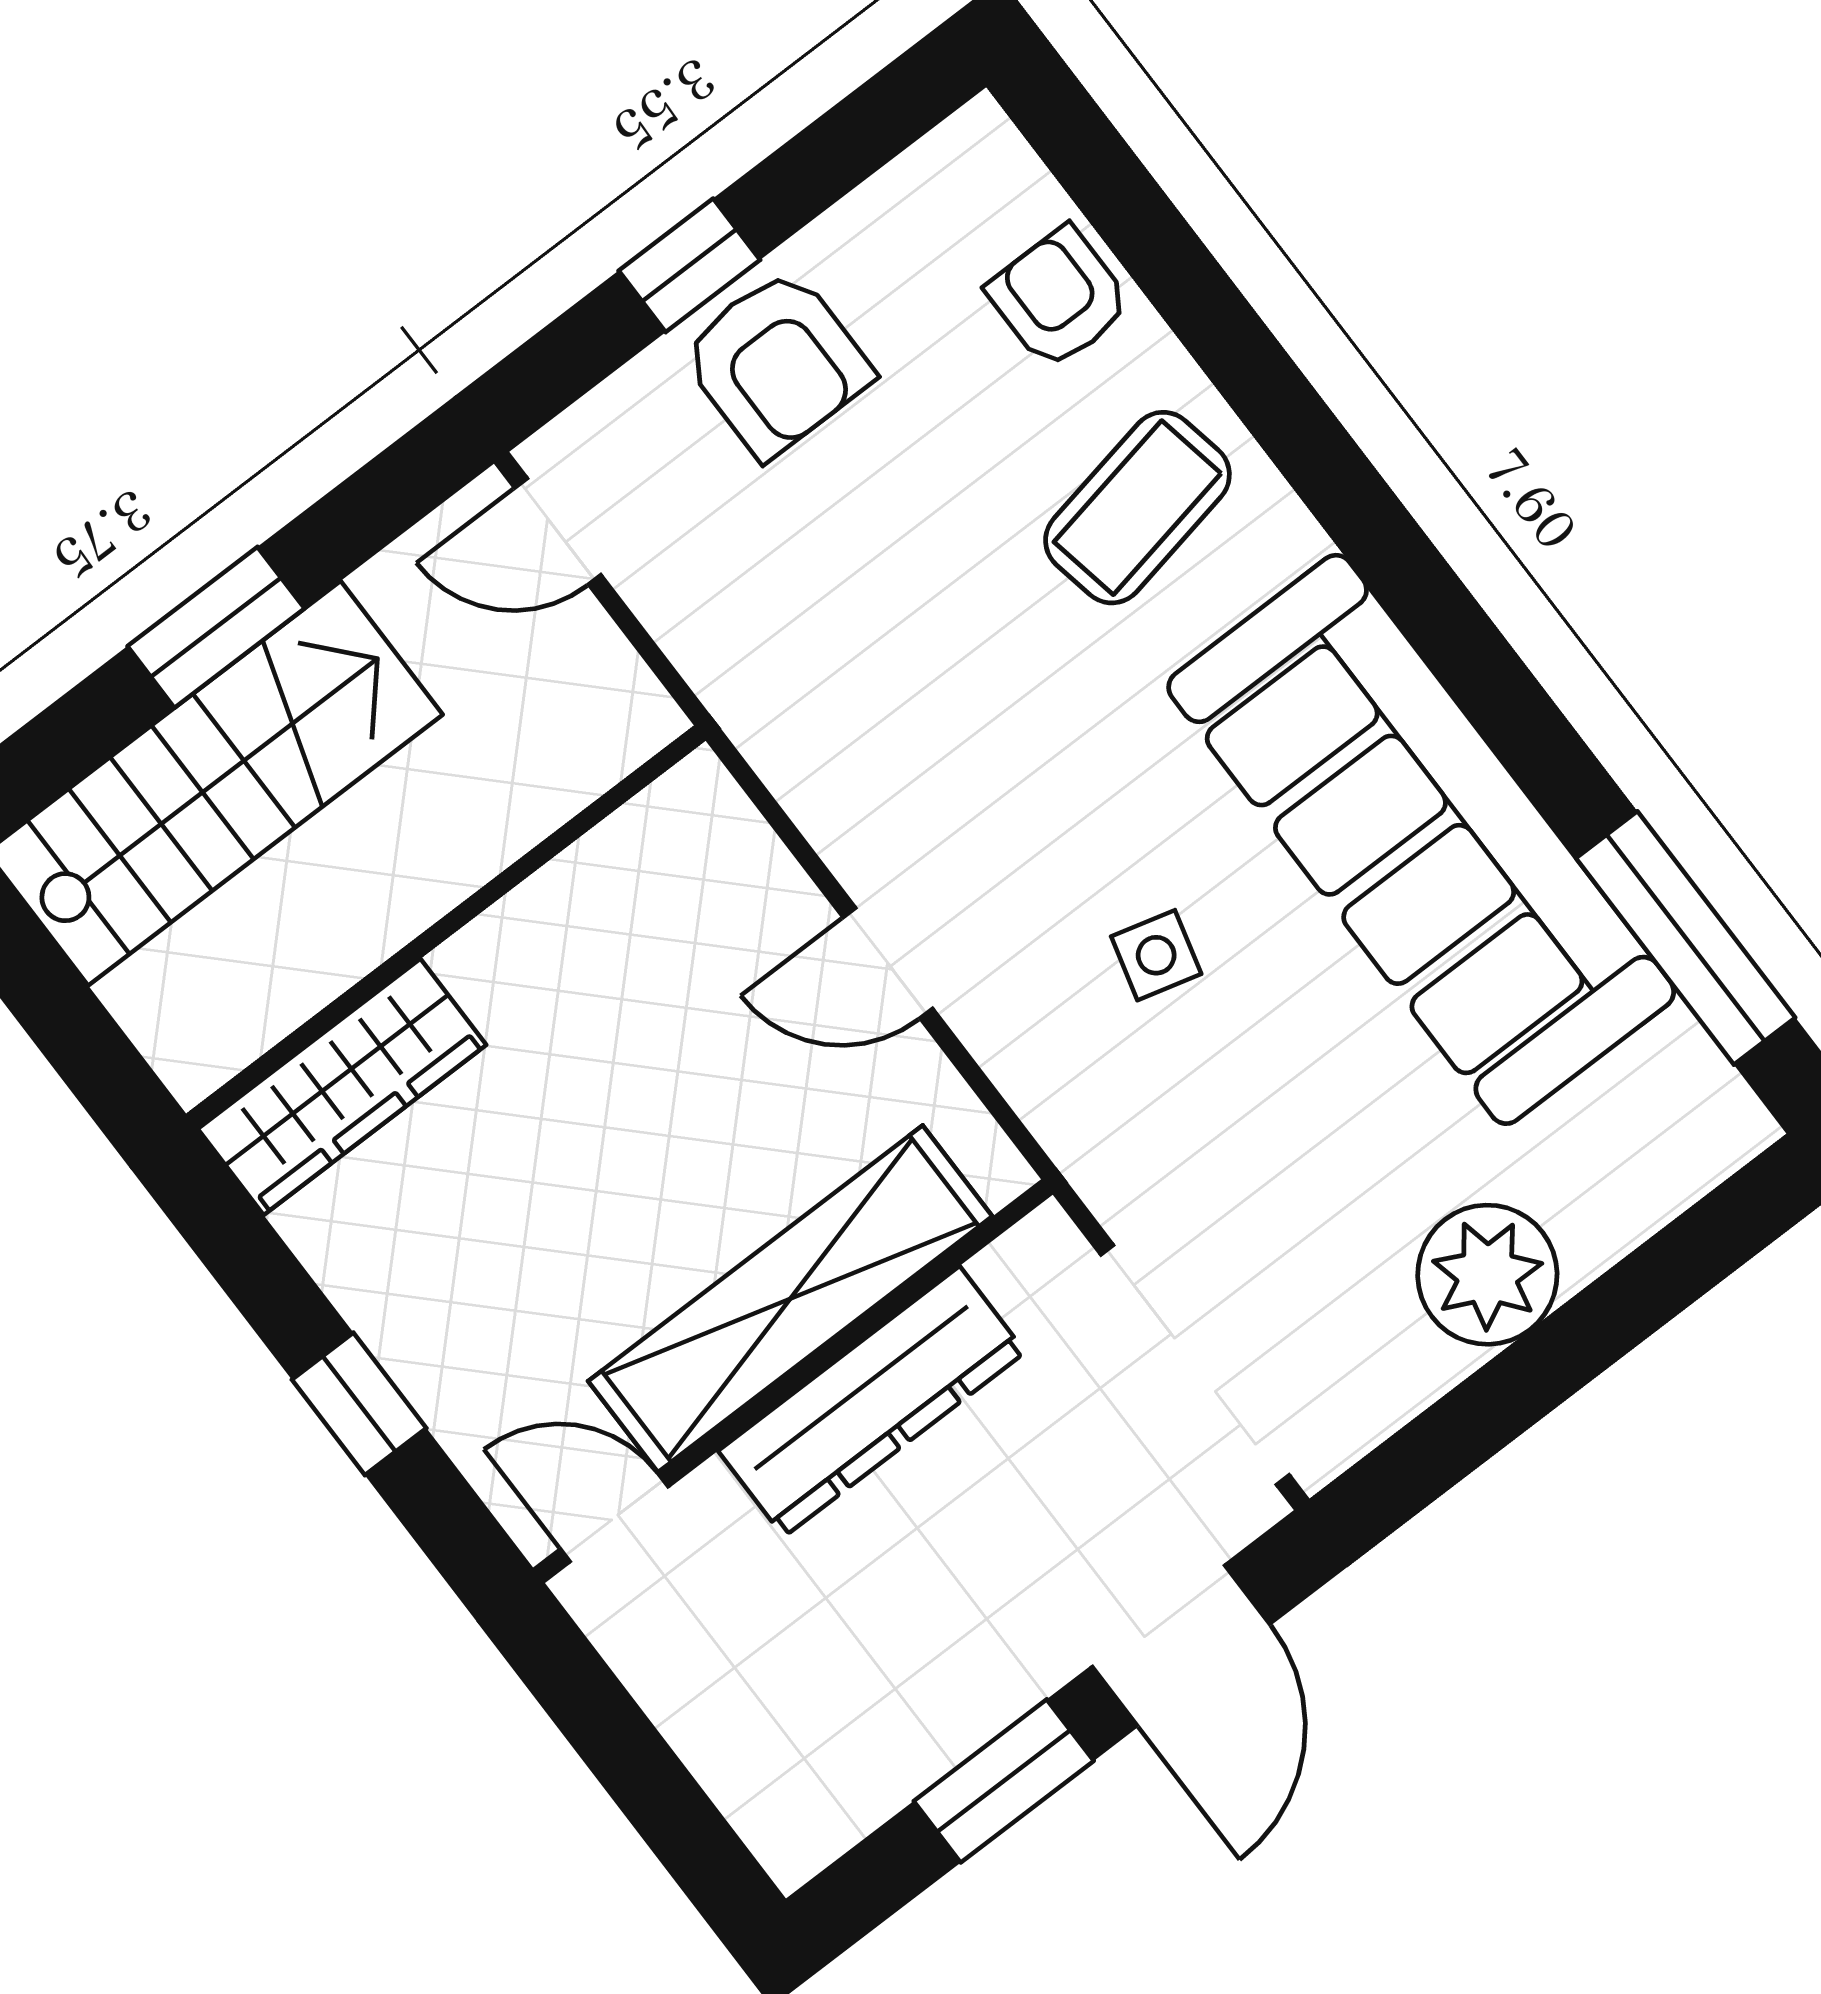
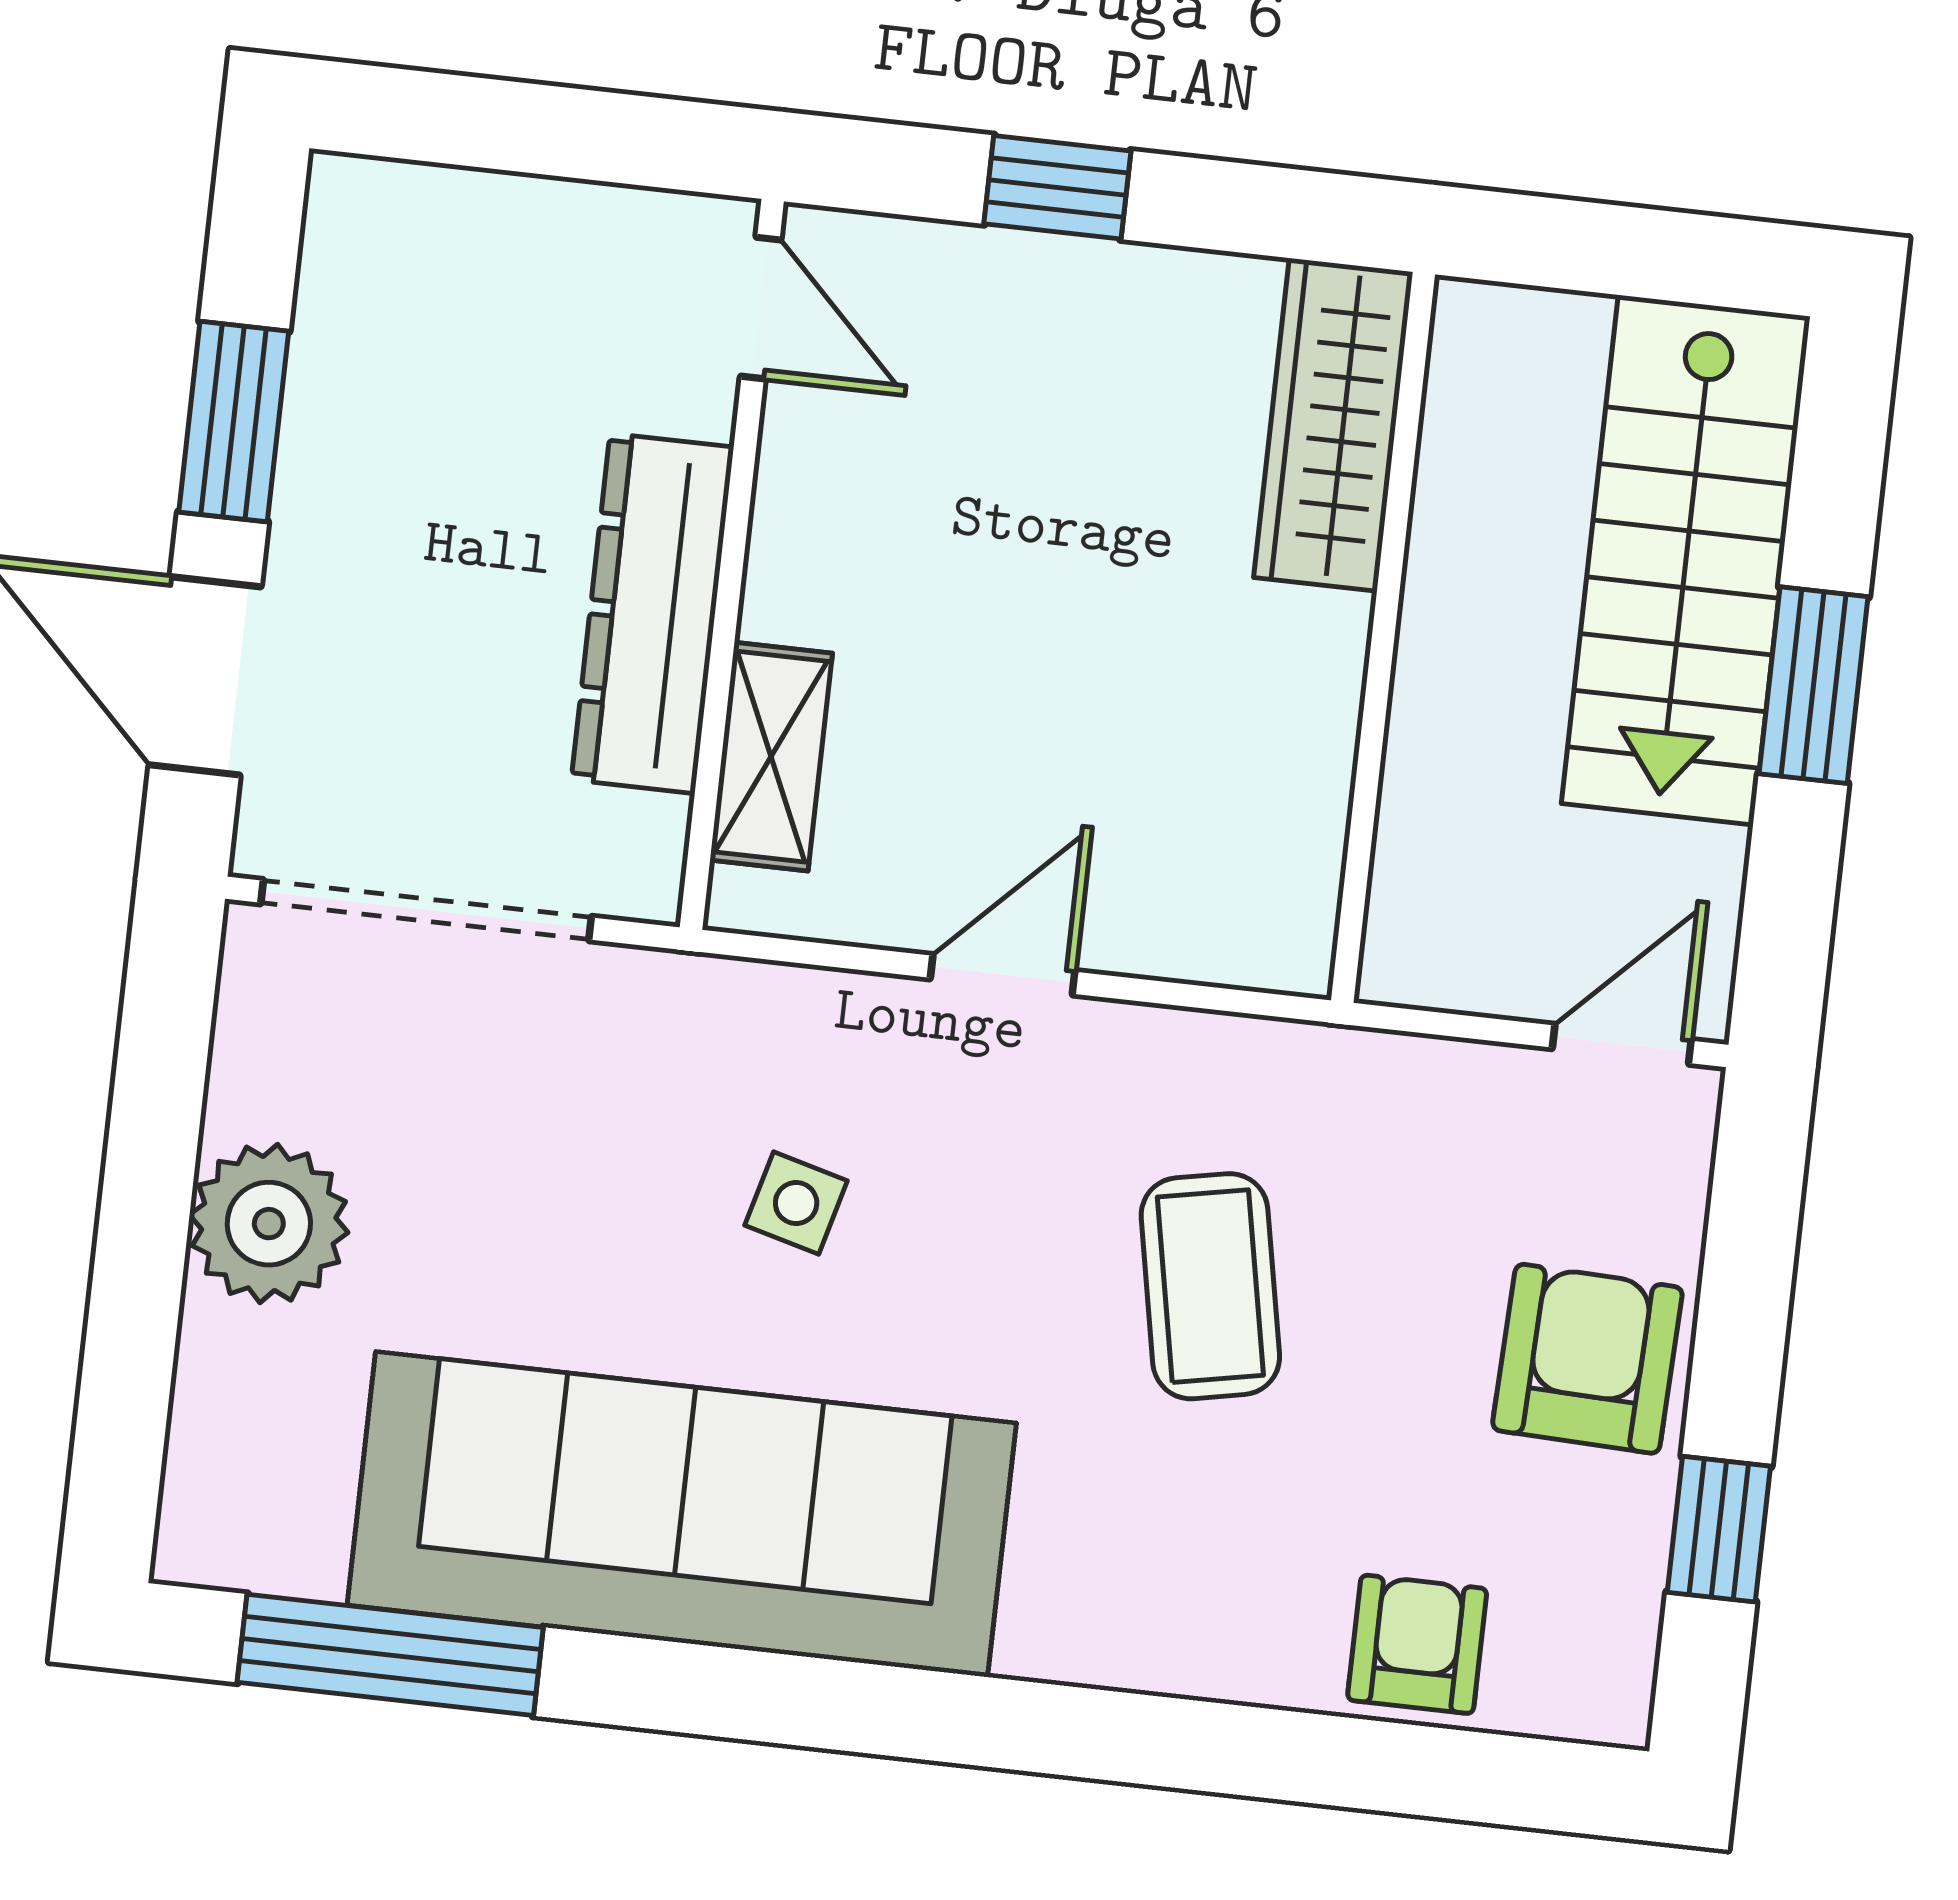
window: (689, 265) -> (1719, 1529), moved
armchair: (1059, 298) -> (1417, 1644), turned -90
armchair: (776, 363) -> (1587, 1359), turned 92
coffee table: (1137, 508) -> (1210, 1286), moved
shelving: (790, 1299) -> (771, 757), width x0.45, depth x0.75
door: (614, 1518) -> (761, 308), hinge flipped

